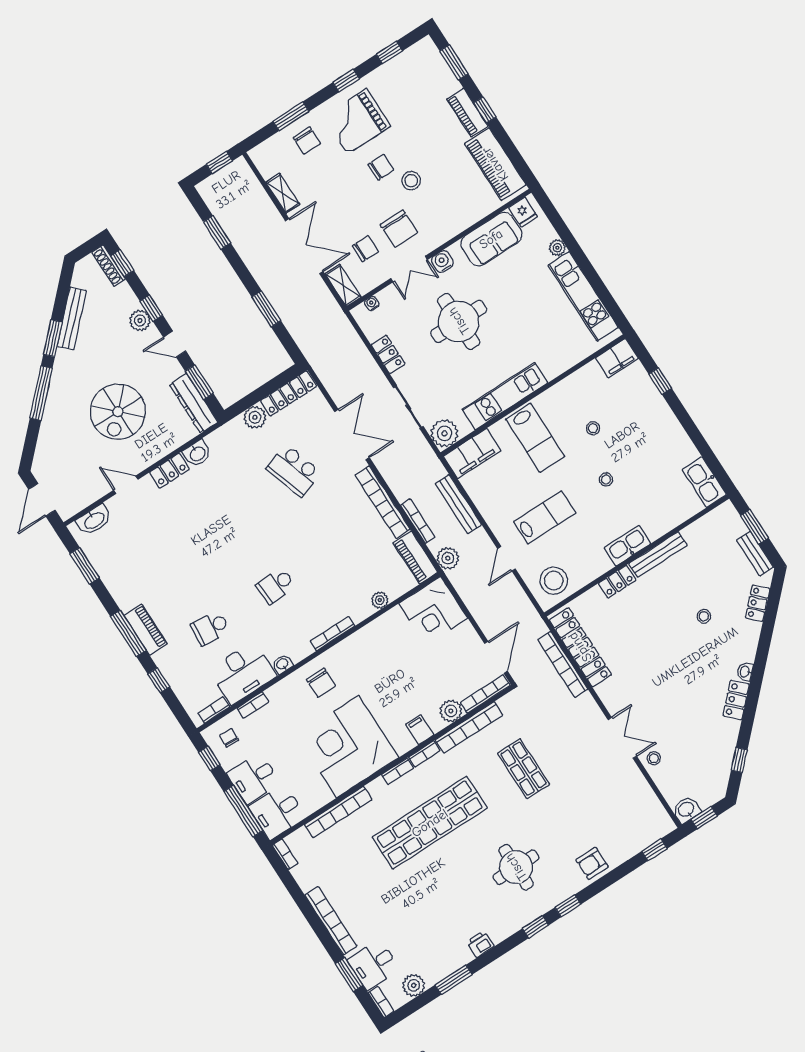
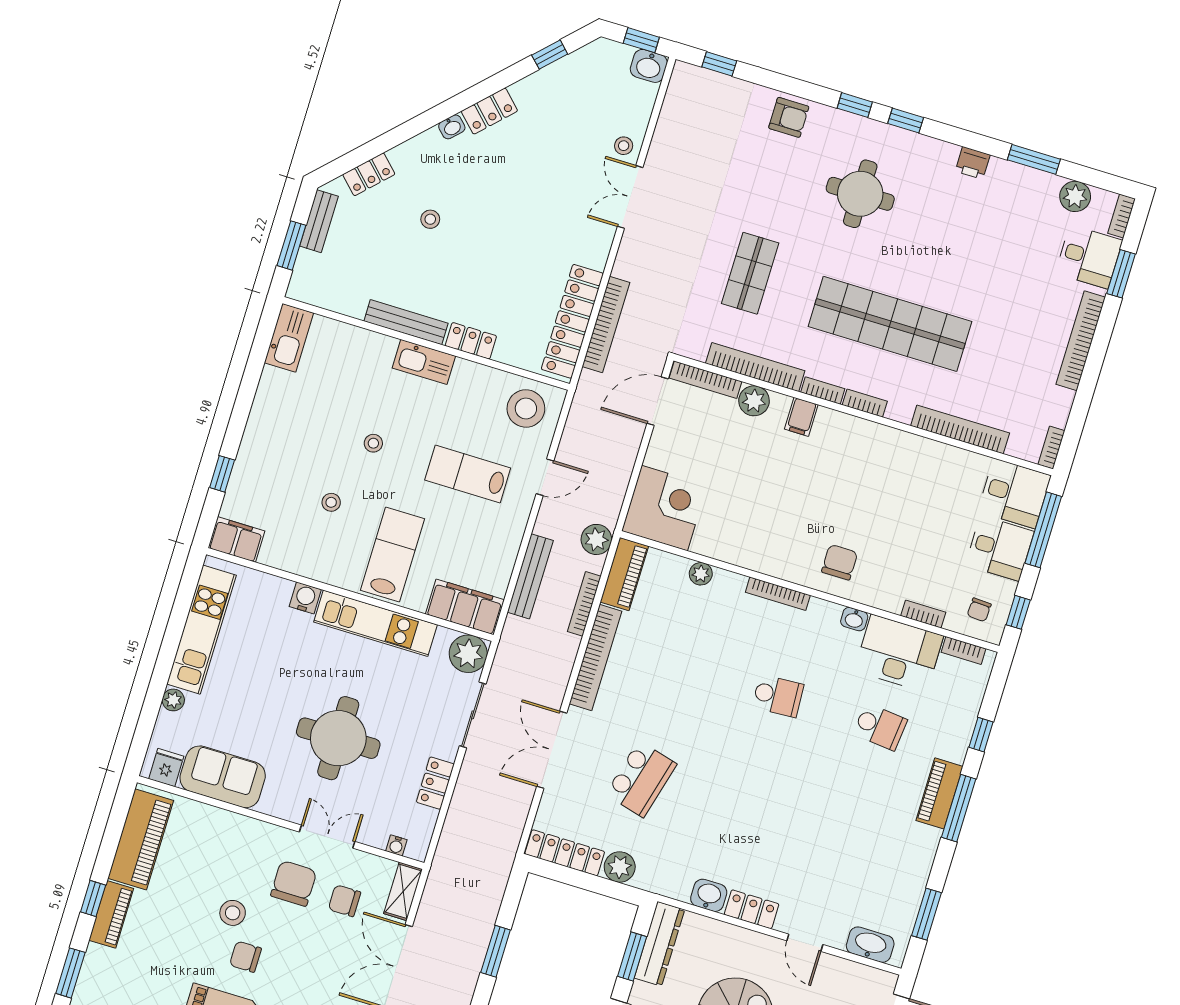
water cooler: (442, 261) -> (305, 598), moved, turned 180
school desk: (294, 471) -> (641, 779), turned 33
corner desk: (348, 747) -> (883, 478), removed

